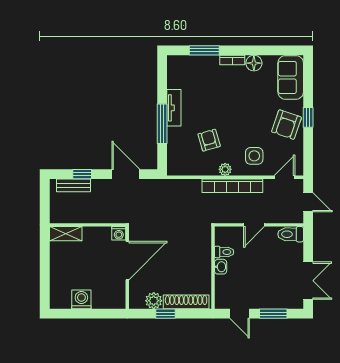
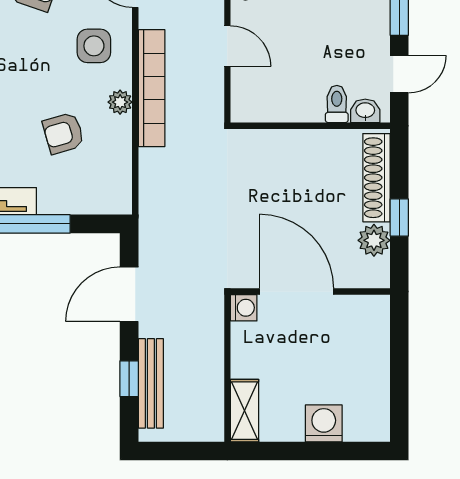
bench: (74, 185) -> (151, 383), width x1.36
toilet: (224, 252) -> (337, 104), moved
washbasin: (221, 267) -> (365, 111), moved
washing machine: (81, 299) -> (324, 423), moved, turned 90

